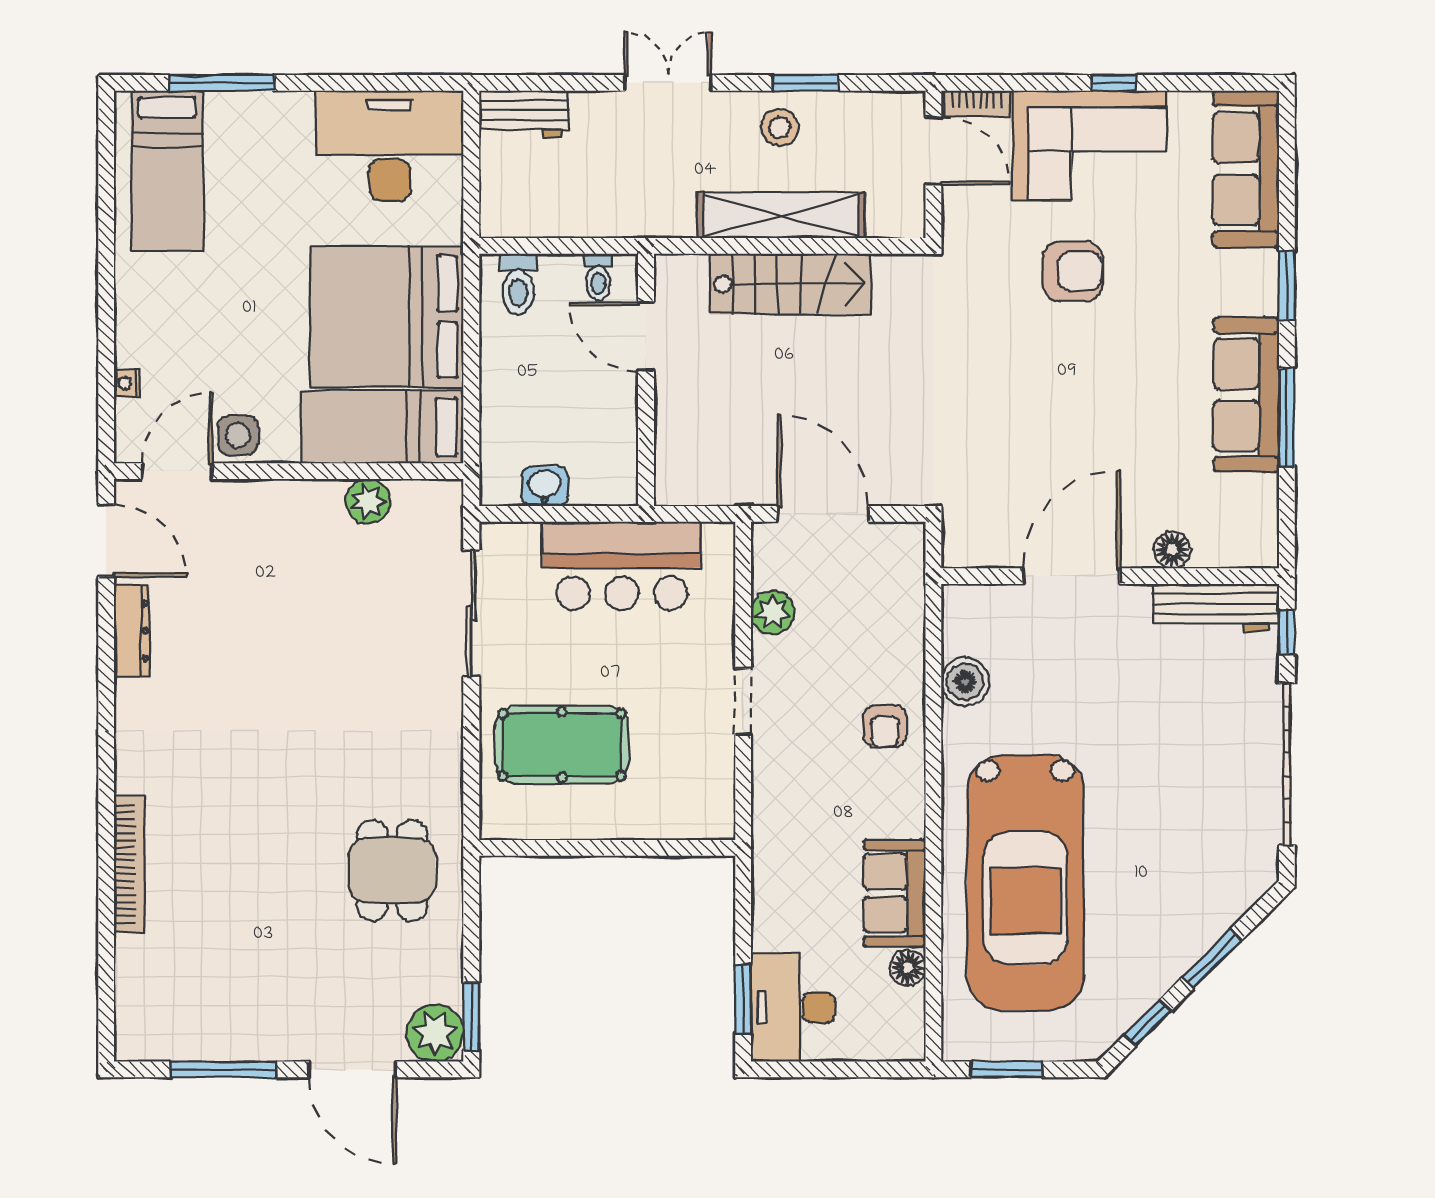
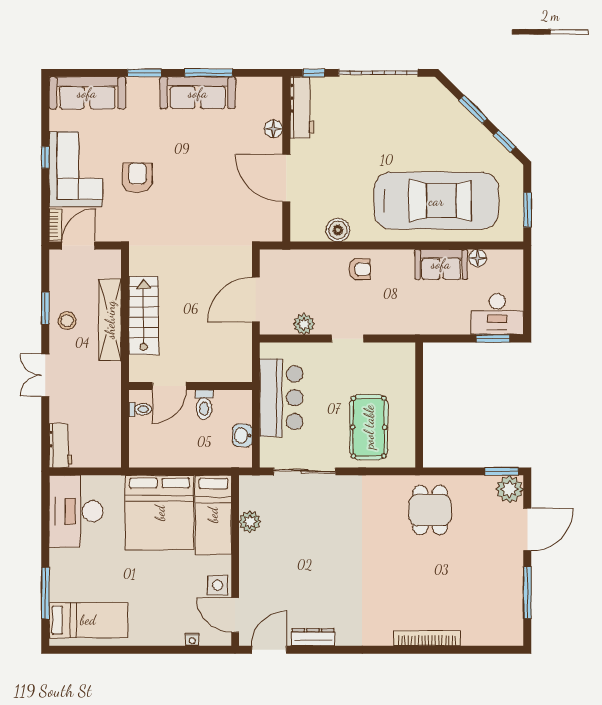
toilet: (518, 284) -> (204, 405), moved, turned 90
dining table: (392, 870) -> (430, 510), turned 90

